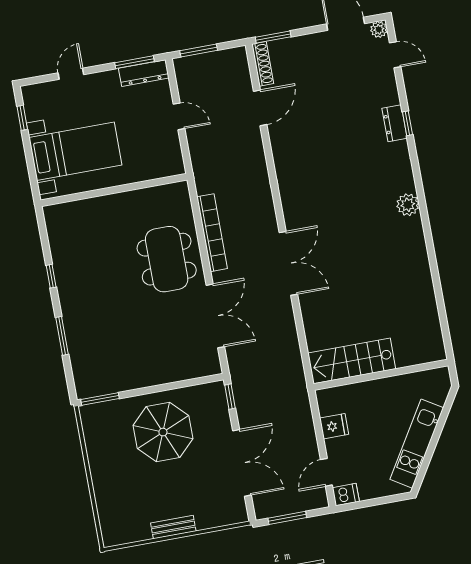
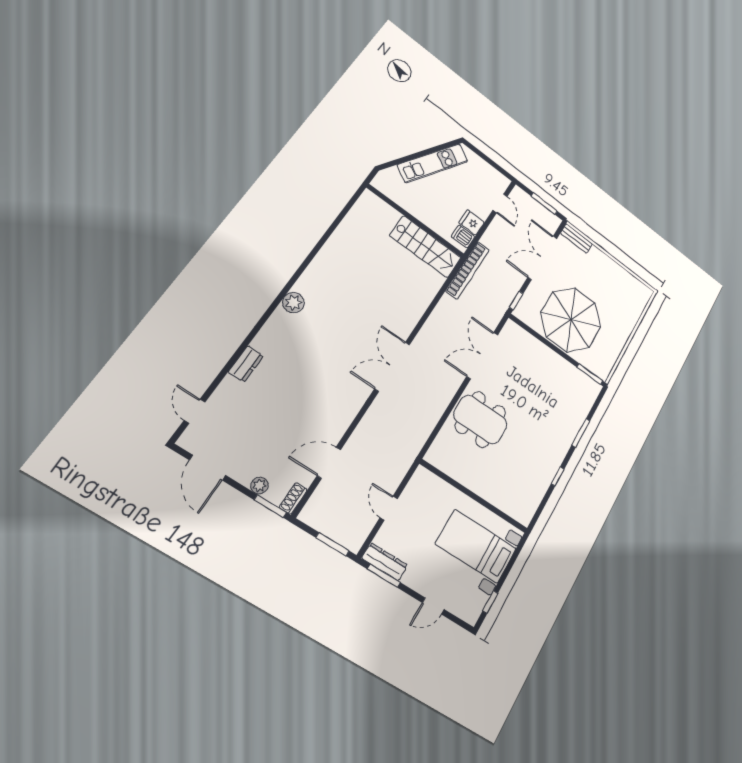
plant: (379, 29) -> (259, 486), moved
shoe rack: (263, 64) -> (293, 498), width x0.70
window: (408, 123) -> (237, 355), removed
bookcase: (212, 233) -> (468, 270), moved, turned 180
dining table: (167, 259) -> (481, 420), turned 90
double door: (288, 263) -> (392, 367), moved
parasol: (163, 432) -> (571, 320), width x1.36, depth x1.36
door: (326, 472) -> (500, 203), hinge flipped
dishwasher: (346, 495) -> (463, 237), moved
bench: (173, 527) -> (576, 238), moved

